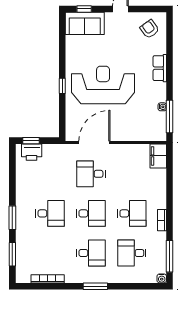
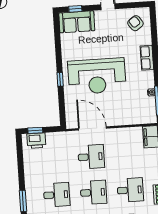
reception desk: (103, 85) -> (97, 76), turned 180
door: (94, 142) -> (92, 128), hinge flipped
desk: (91, 174) -> (91, 157), turned 180

